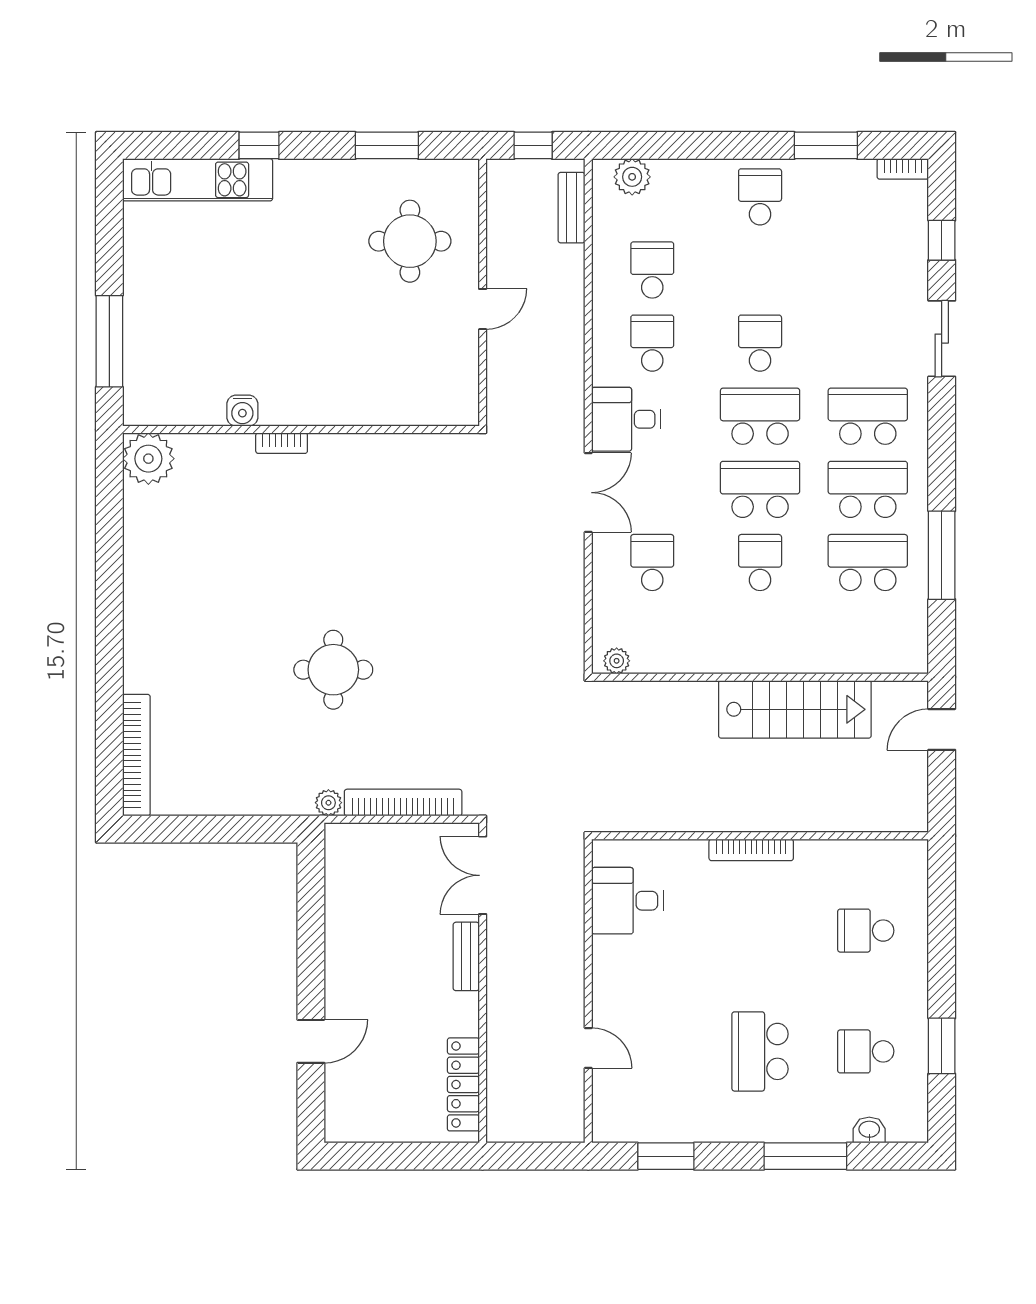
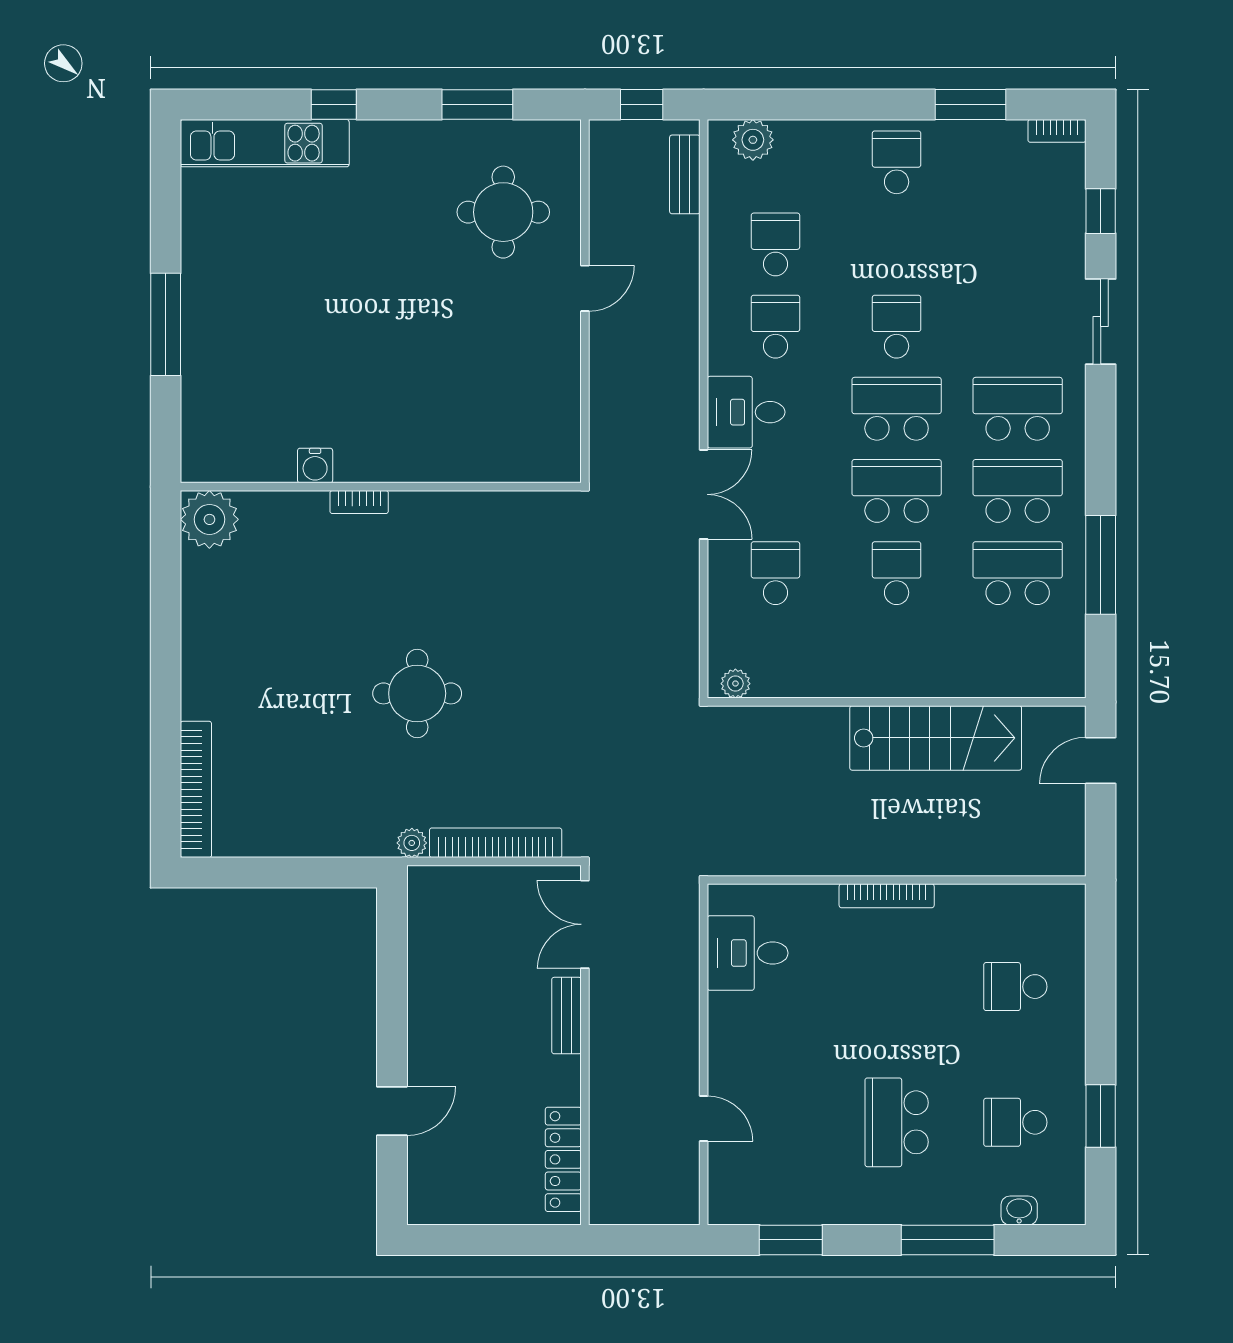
water cooler: (242, 411) -> (315, 466), moved
wall: (301, 429) -> (381, 487), moved
bookcase: (282, 443) -> (359, 502), moved
plant: (148, 459) -> (209, 519), moved

